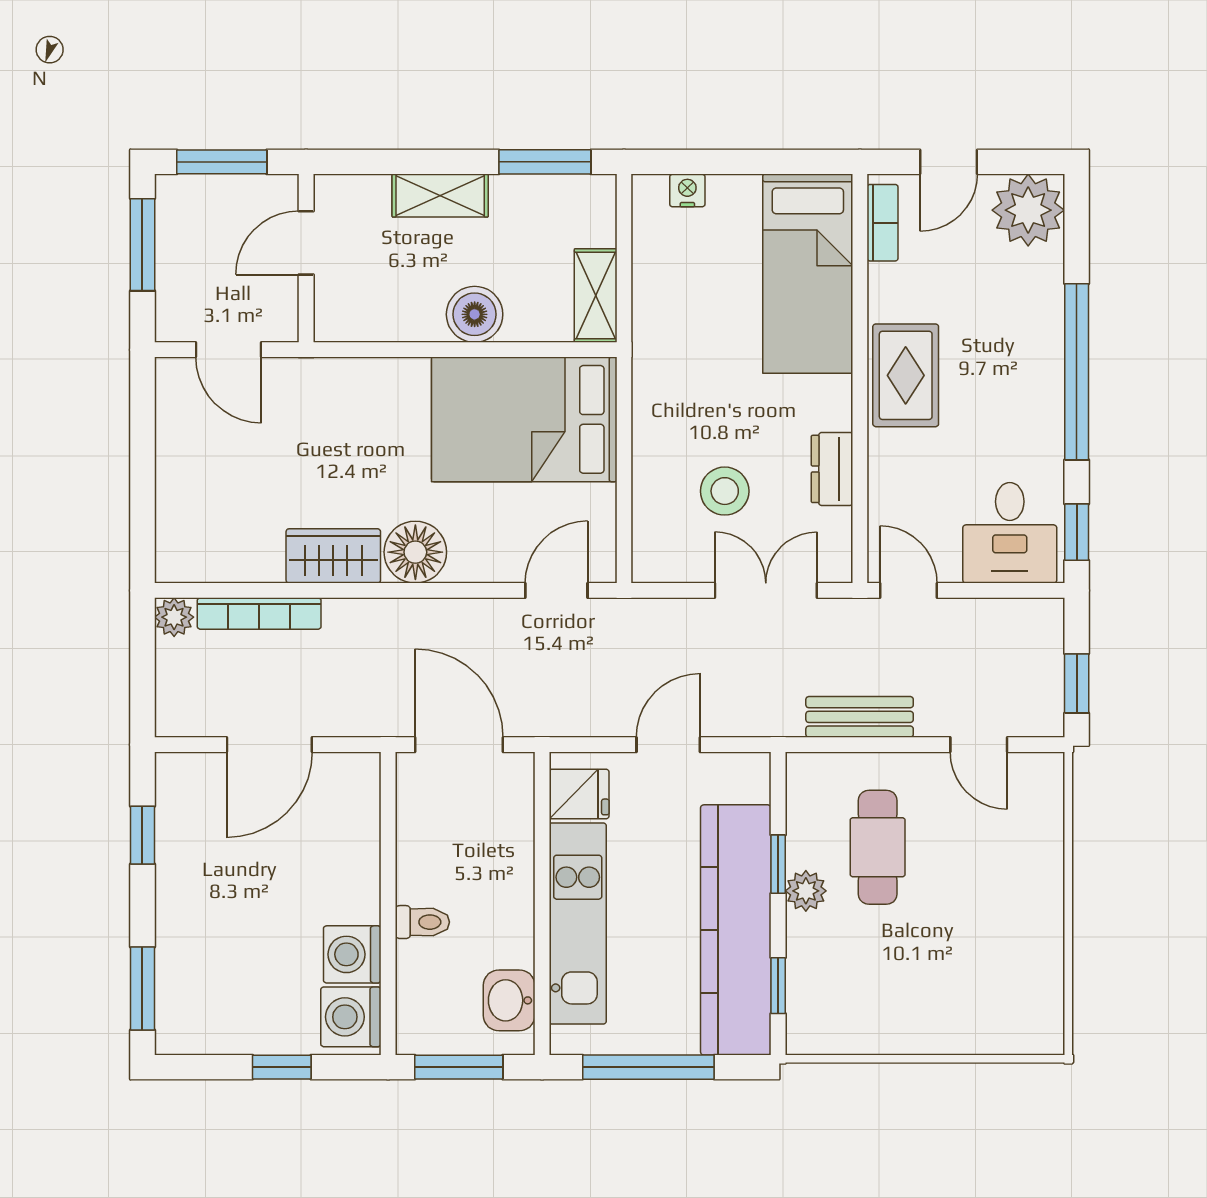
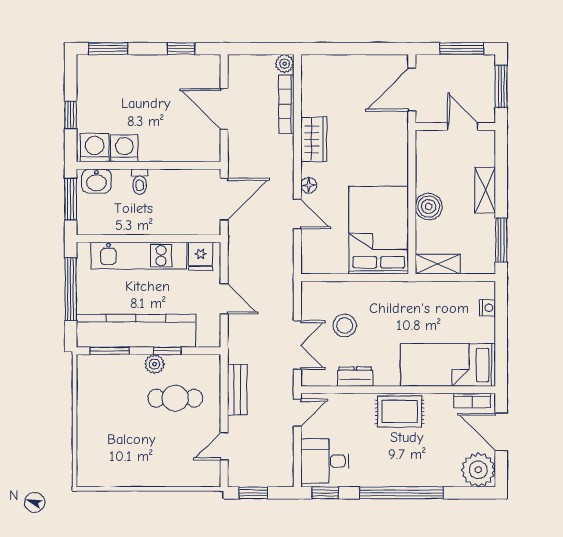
door: (949, 162) -> (501, 432), width x1.38
door: (229, 350) -> (412, 90), width x1.38
floor lamp: (415, 552) -> (309, 185), width x0.53, depth x0.53
door: (556, 590) -> (297, 214), moved
window: (778, 986) -> (109, 351), width x1.50
washbasin: (509, 1000) -> (96, 181), moved, turned 180

